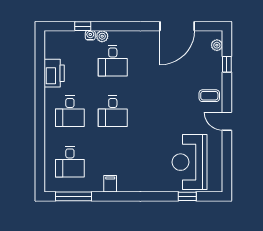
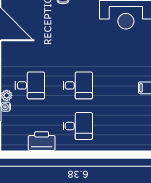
desk: (70, 162) -> (126, 126), removed

